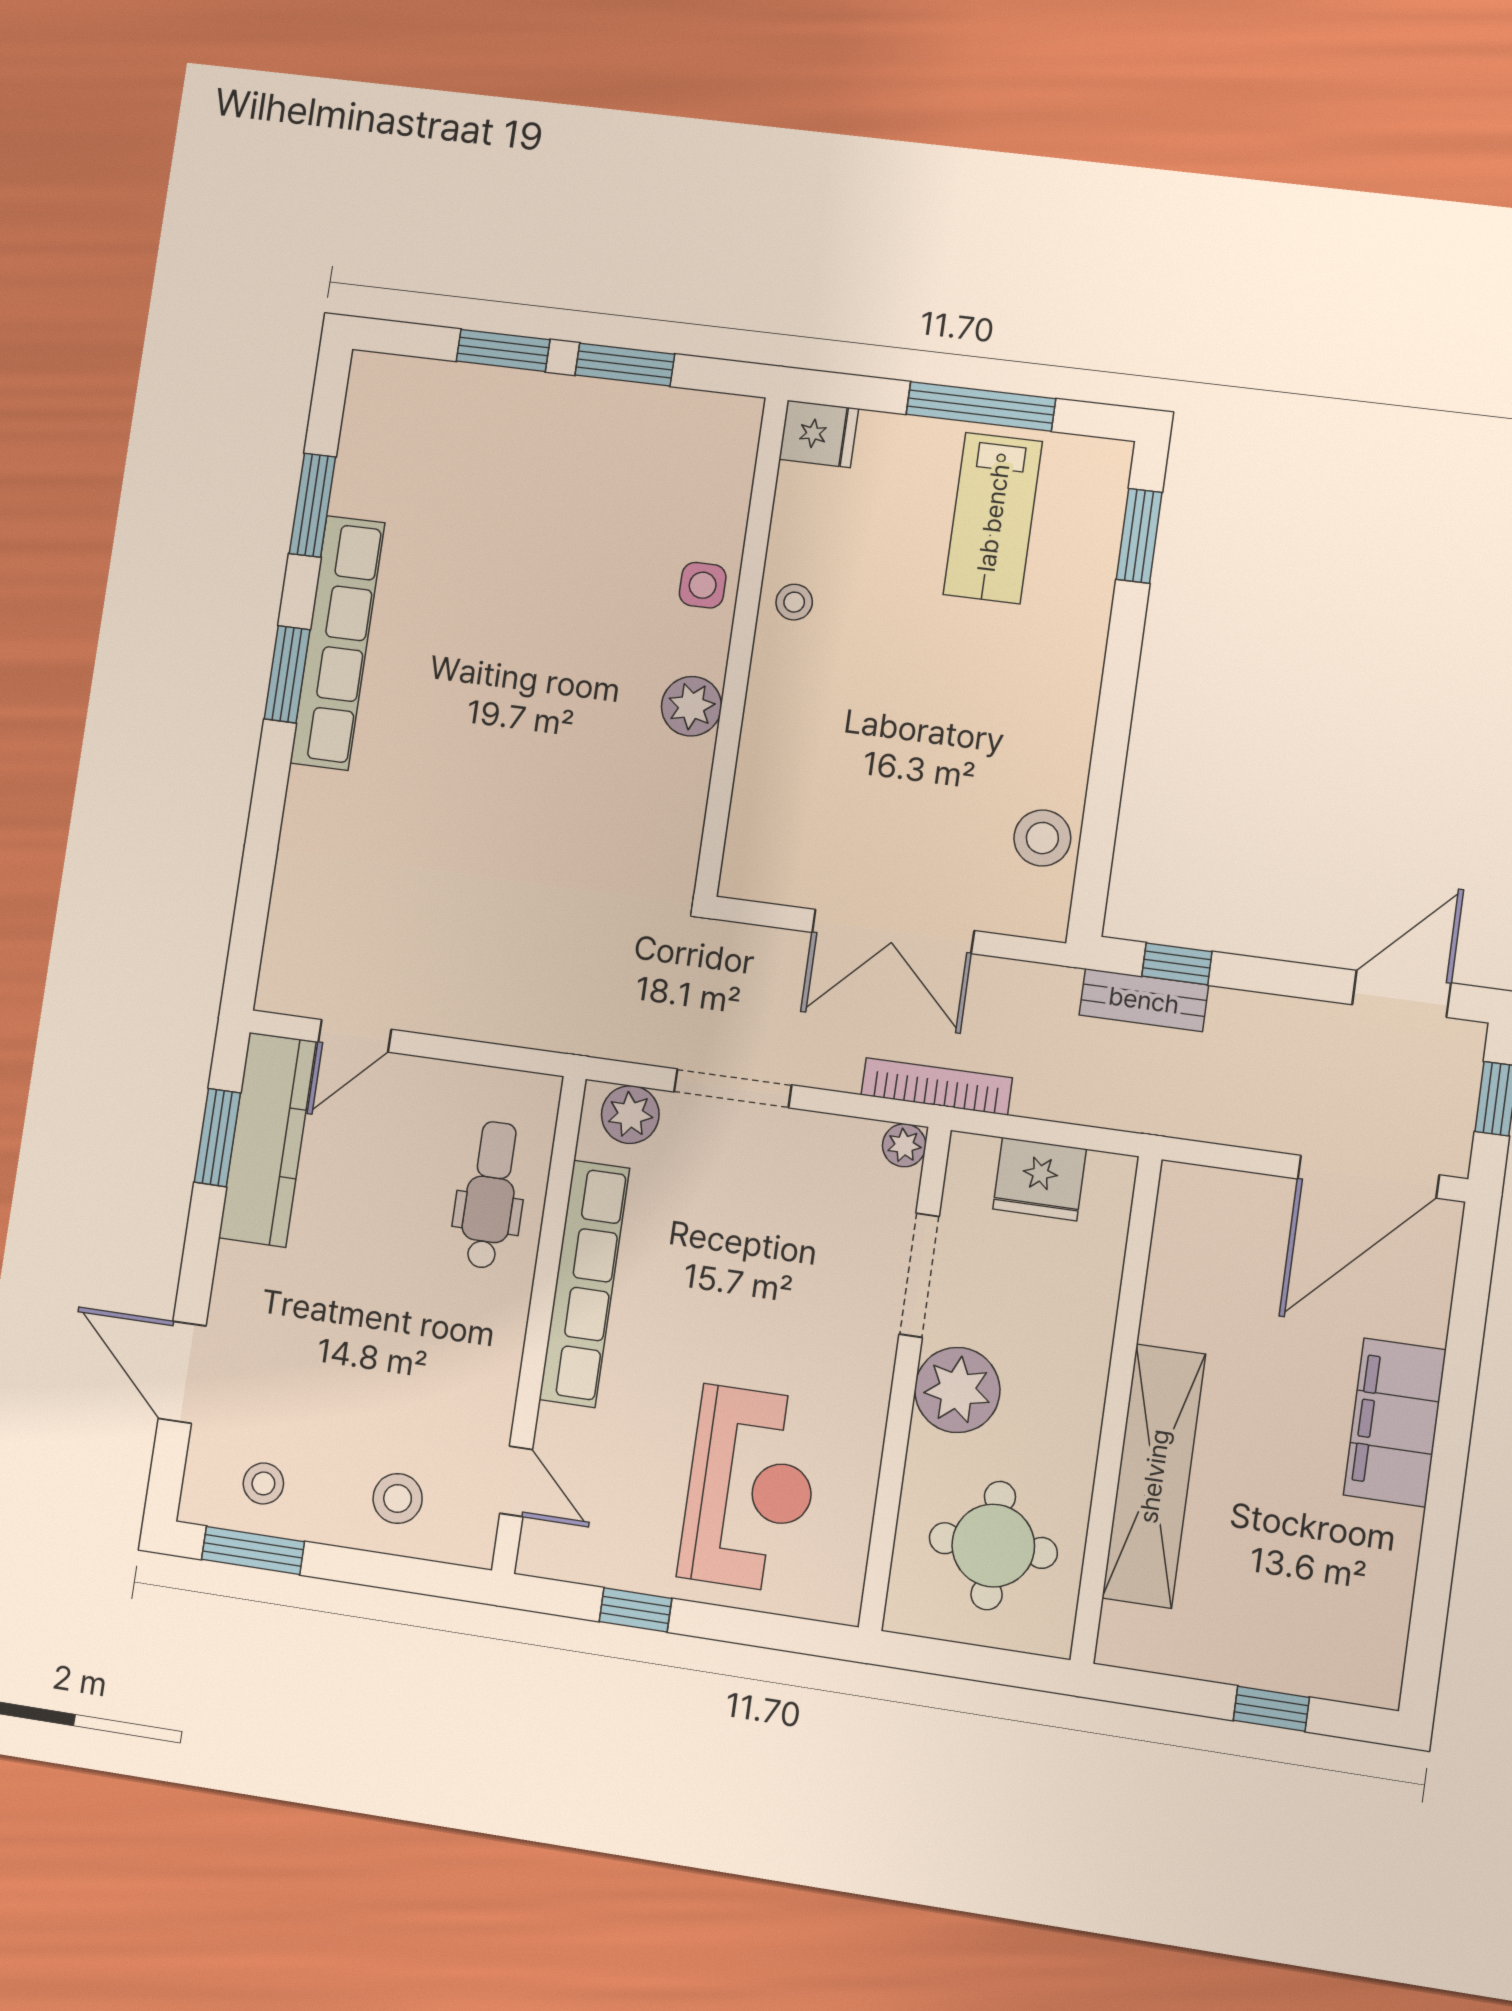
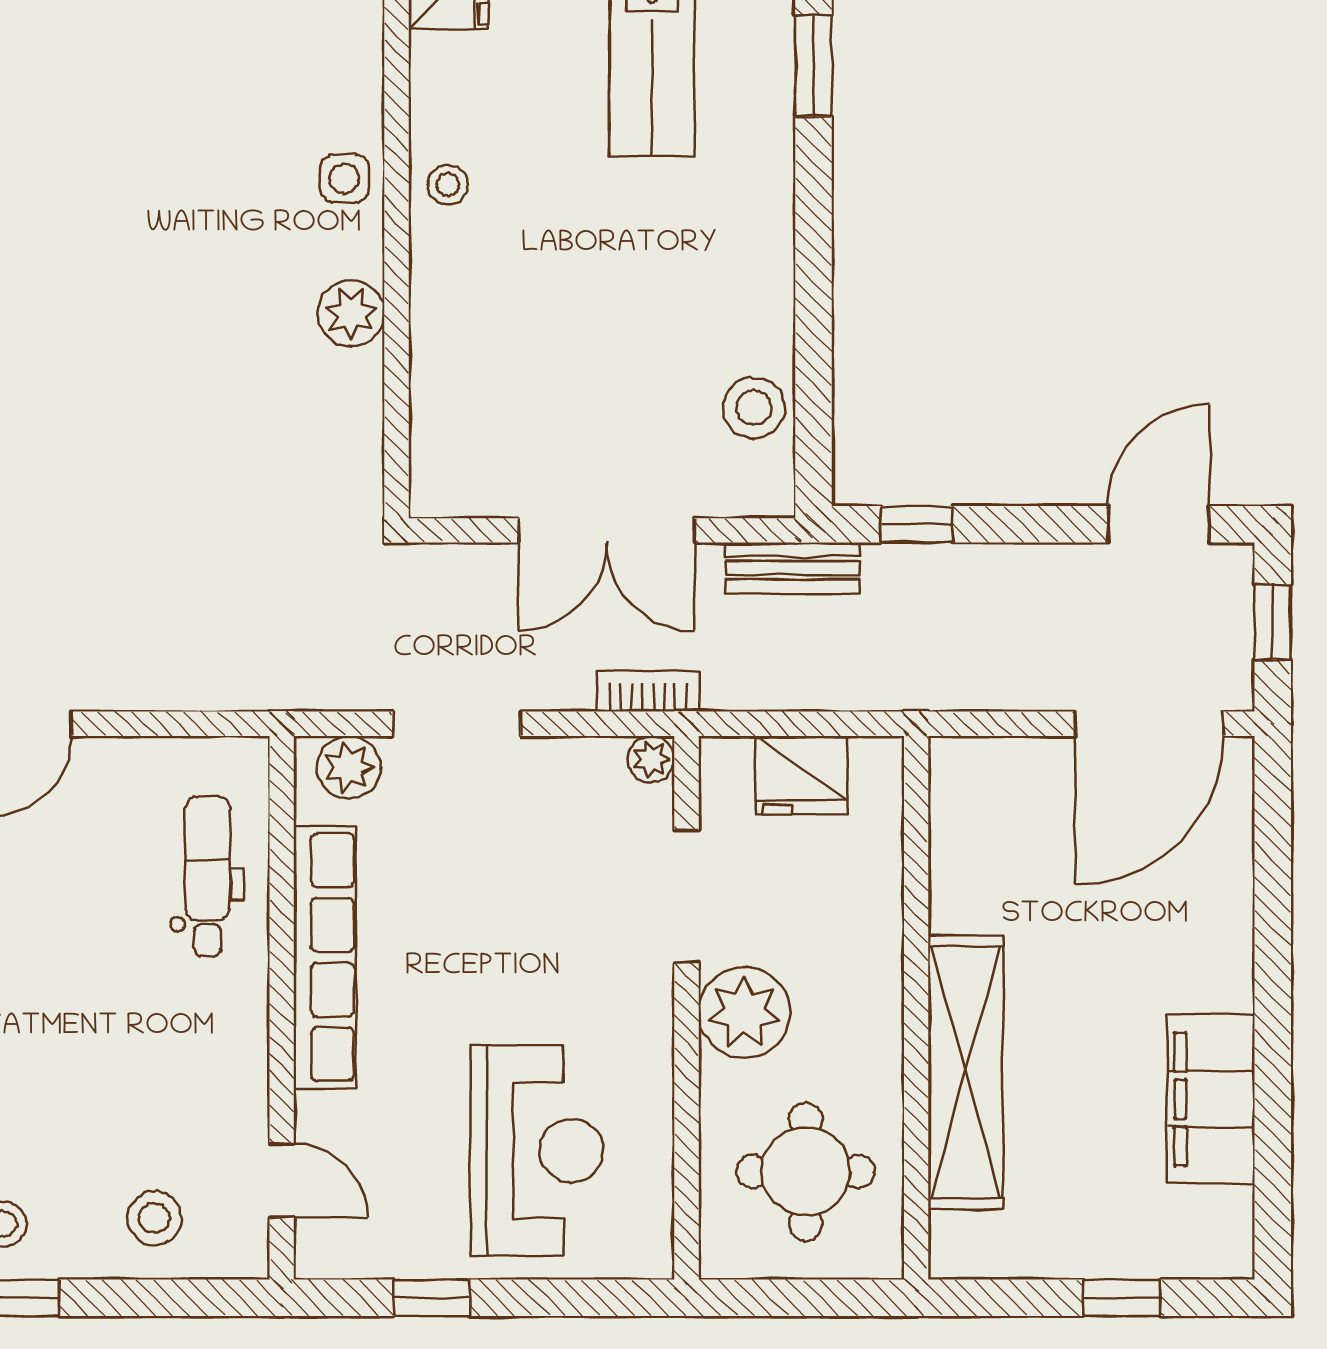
bench: (1144, 1000) -> (792, 568), moved
bookcase: (937, 1086) -> (648, 691), width x0.64
filing cabinet: (1395, 1422) -> (1211, 1099), moved

